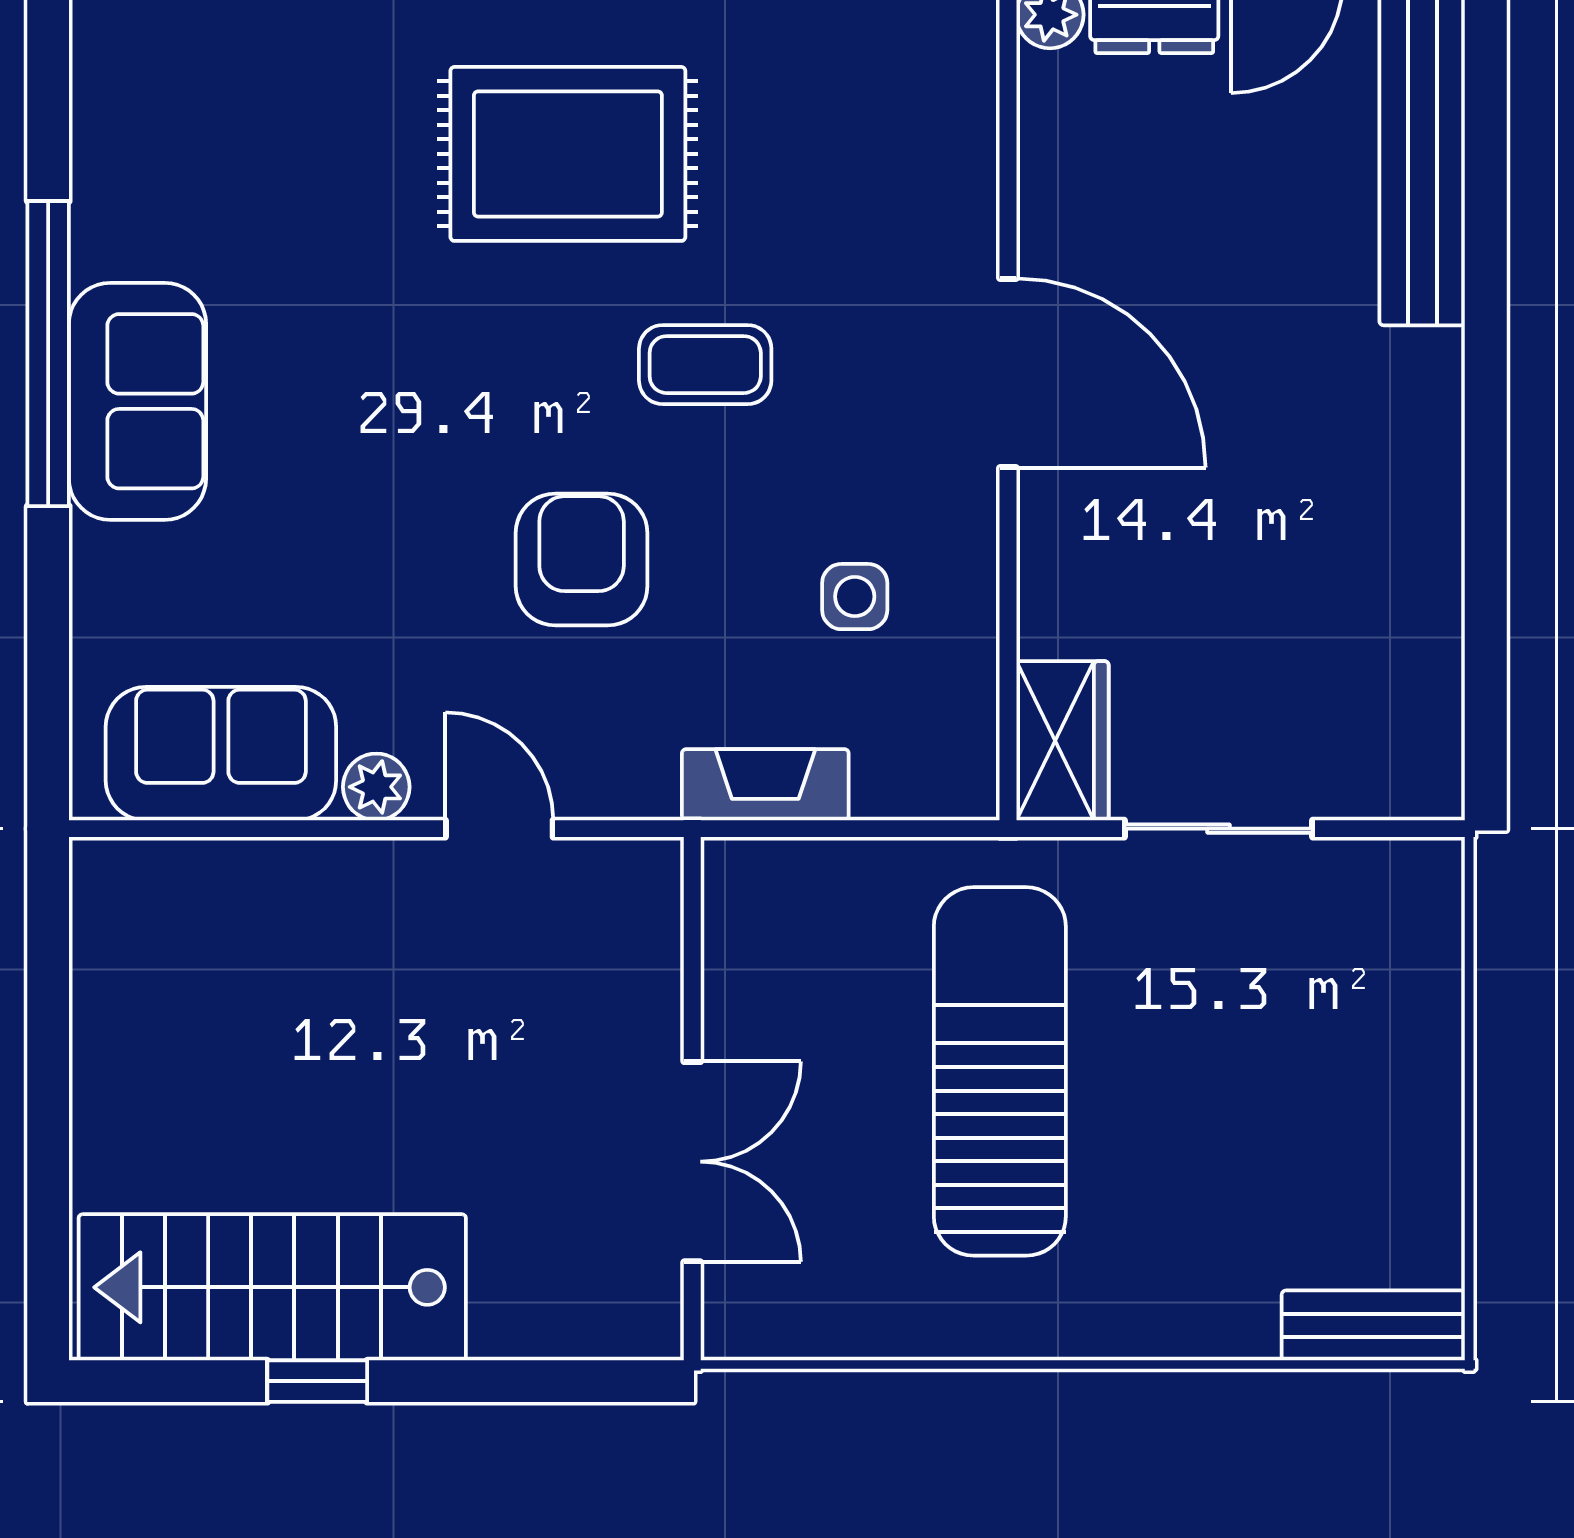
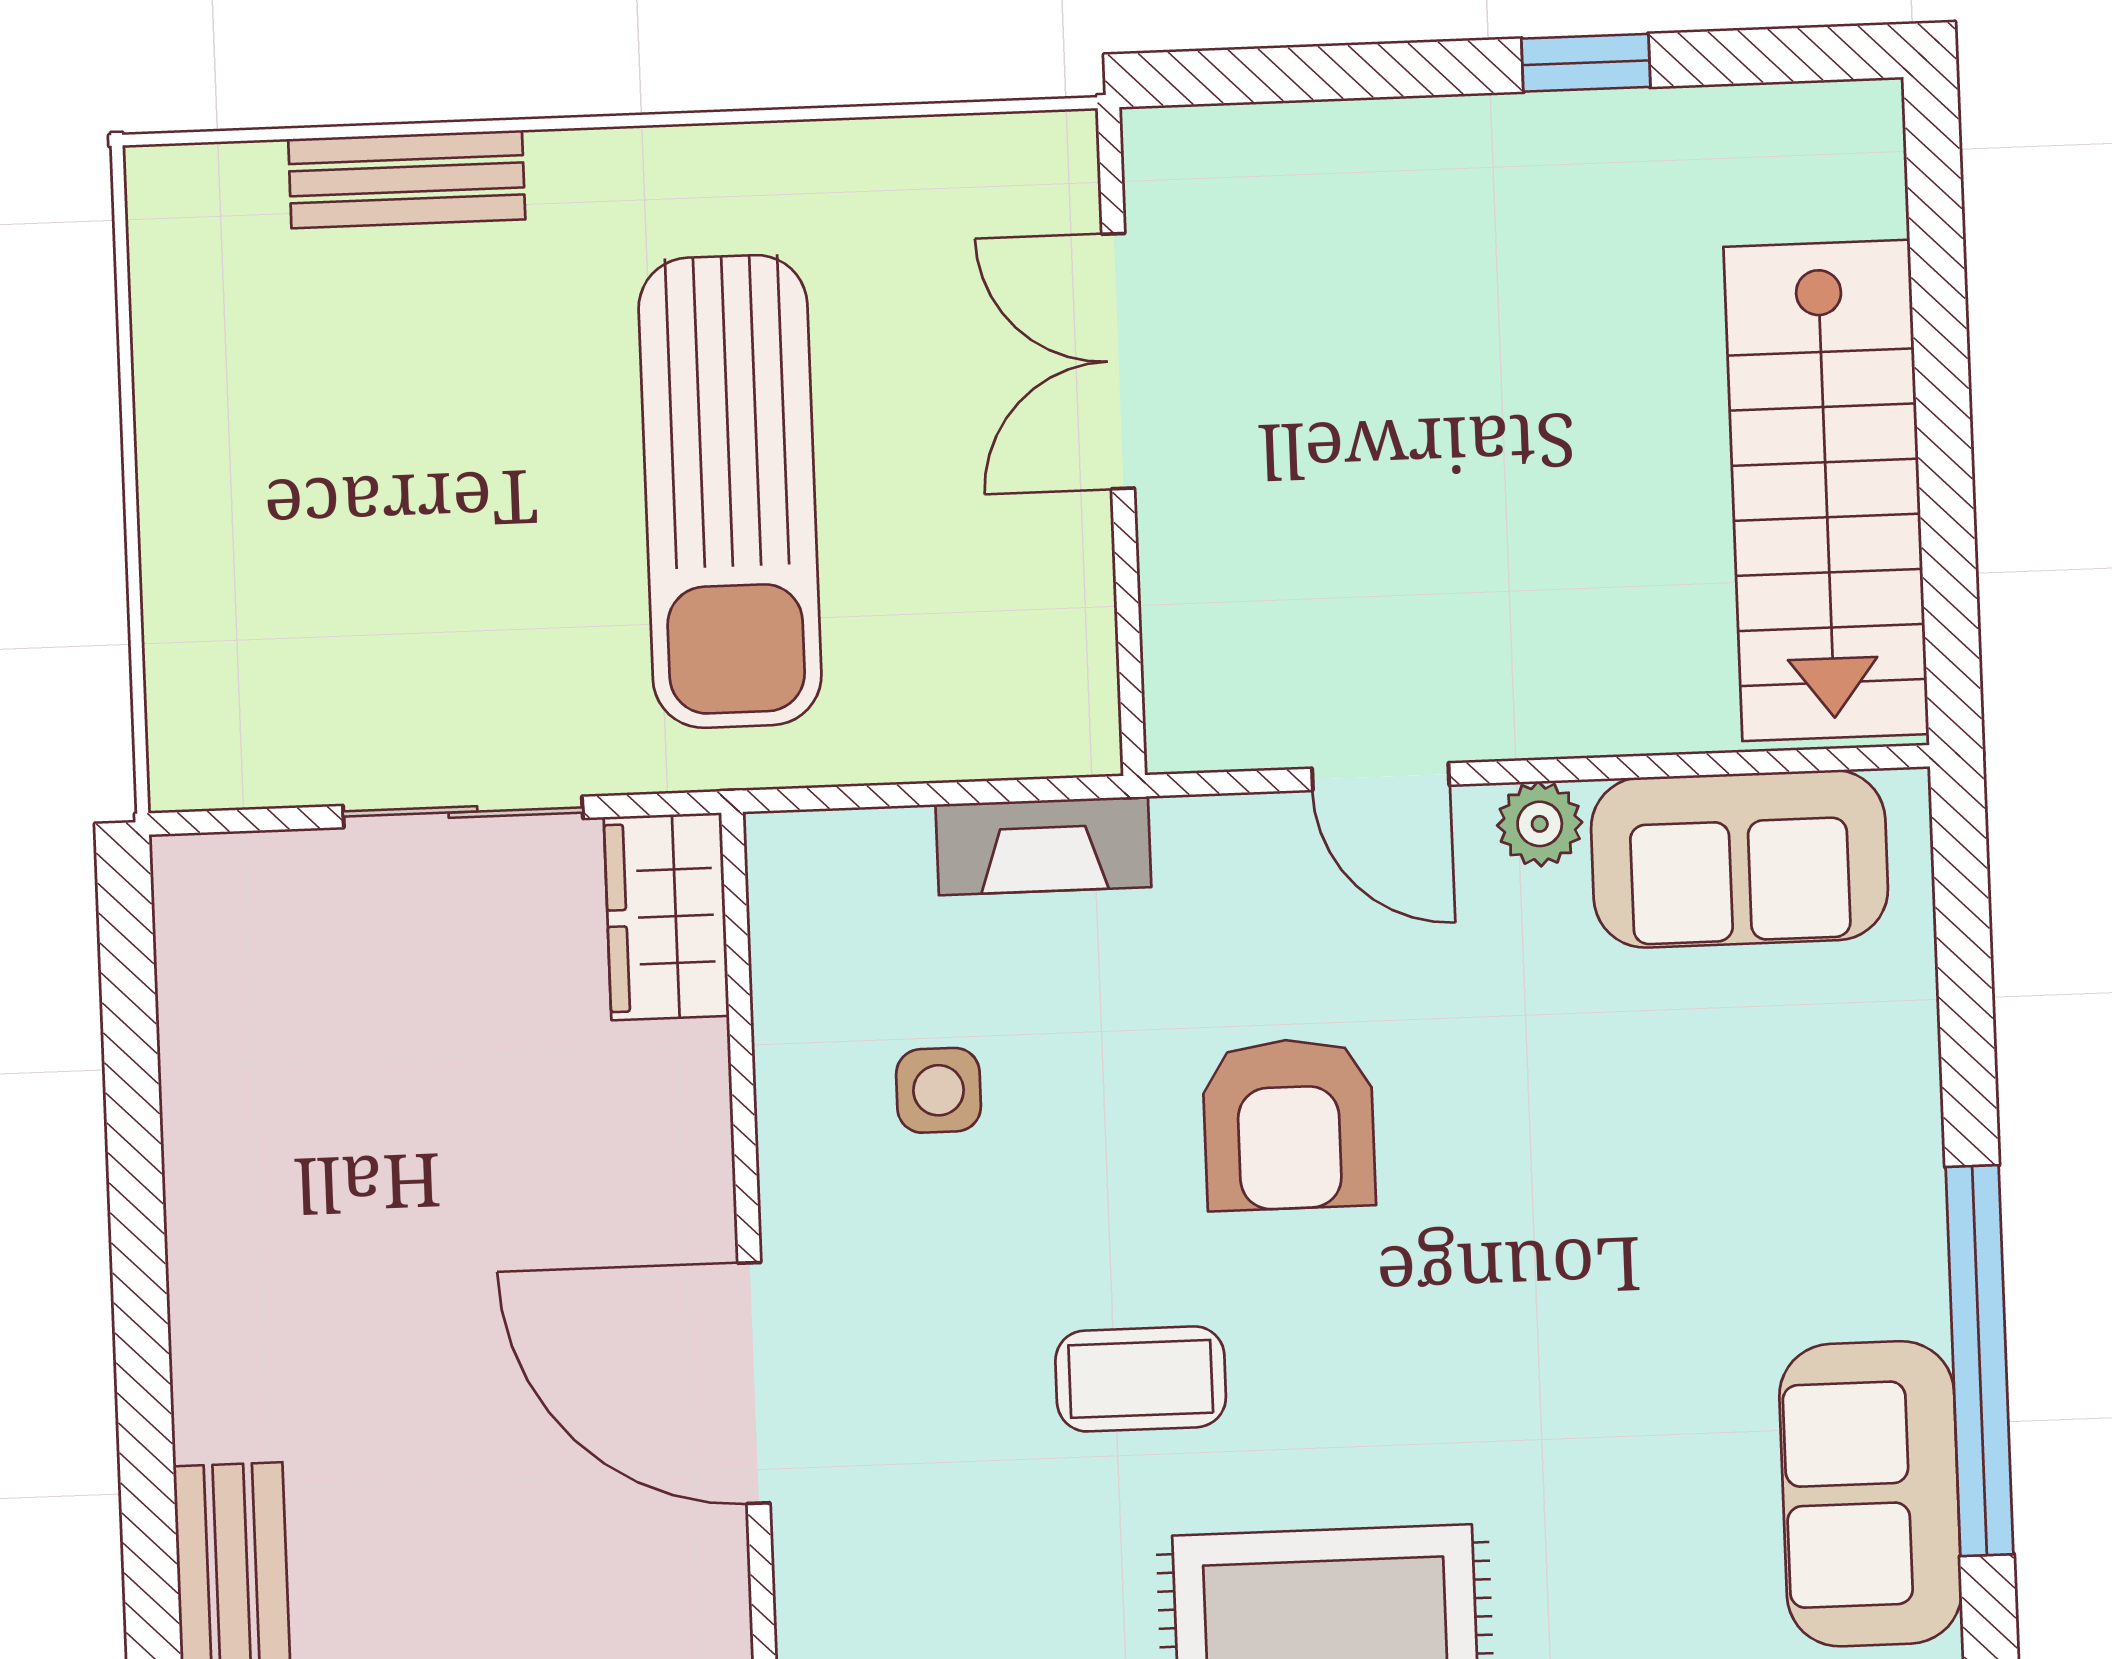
sofa: (137, 401) -> (1871, 1494), moved
stairs: (272, 1287) -> (1826, 490), moved, turned 90
bench: (1373, 1325) -> (407, 179), moved

